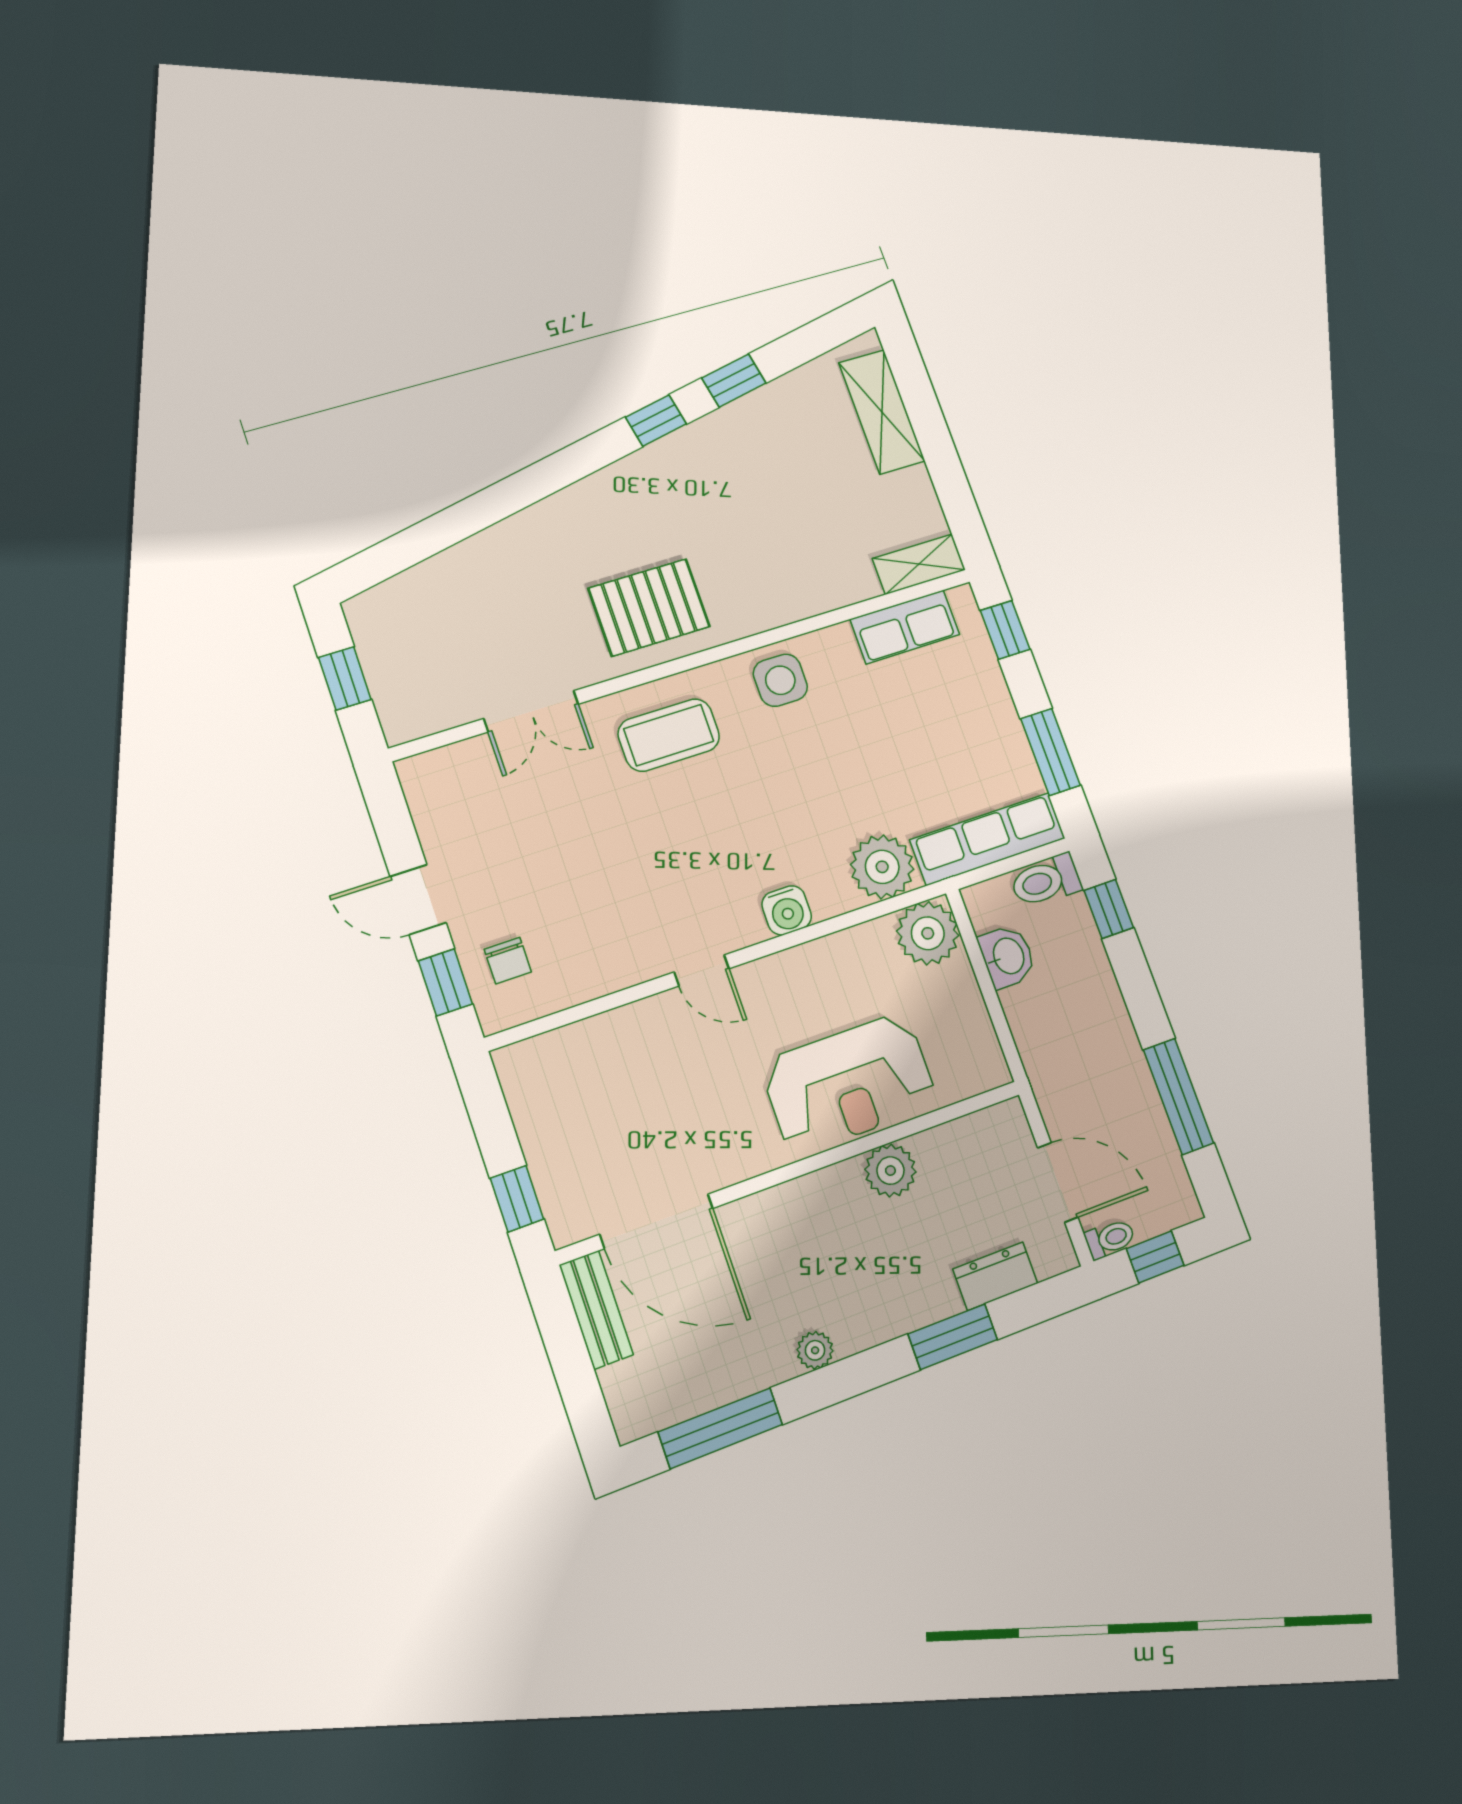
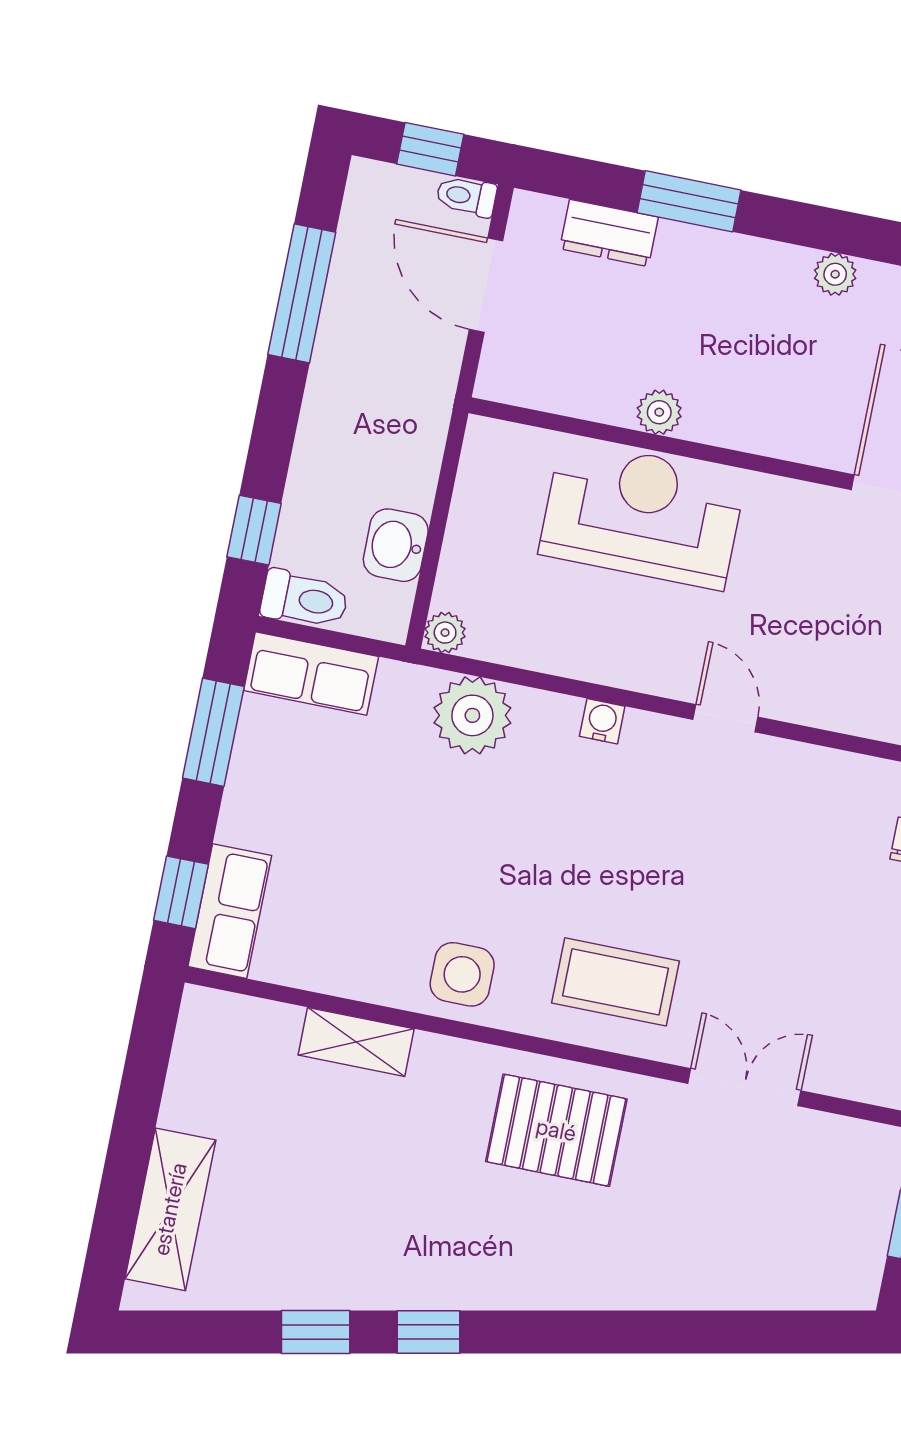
shelving: (919, 564) -> (356, 1042), moved
row of seats: (905, 627) -> (230, 911), moved, turned 90
row of seats: (988, 839) -> (311, 673), width x0.68
water cooler: (787, 910) -> (602, 721), width x0.72, depth x0.72
plant: (928, 933) -> (445, 633), width x0.53, depth x0.53
plant: (890, 1171) -> (659, 412), width x0.73, depth x0.73

